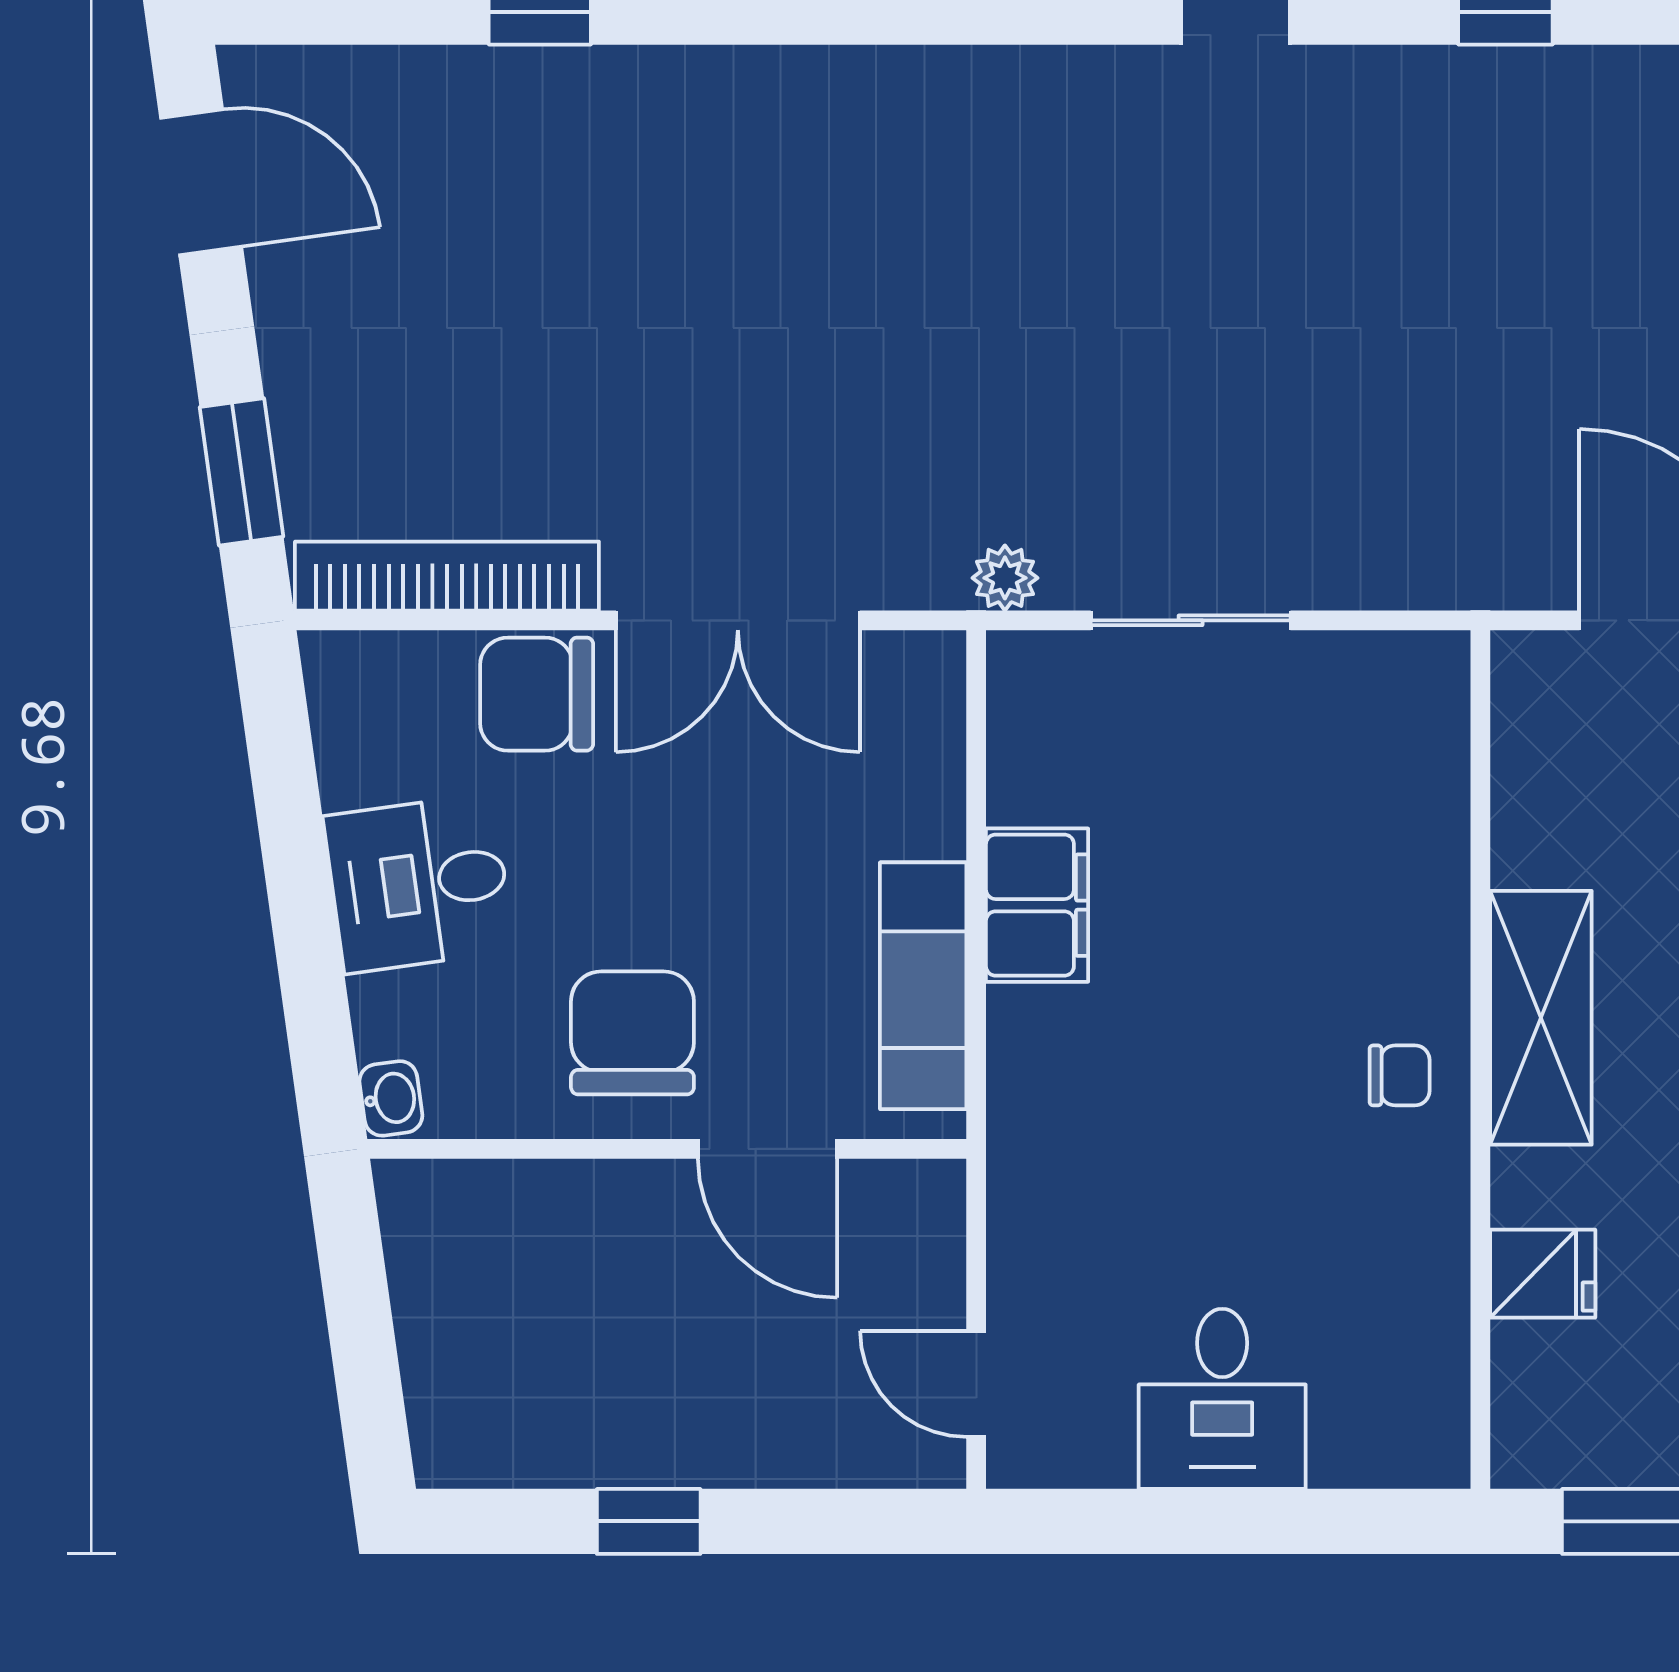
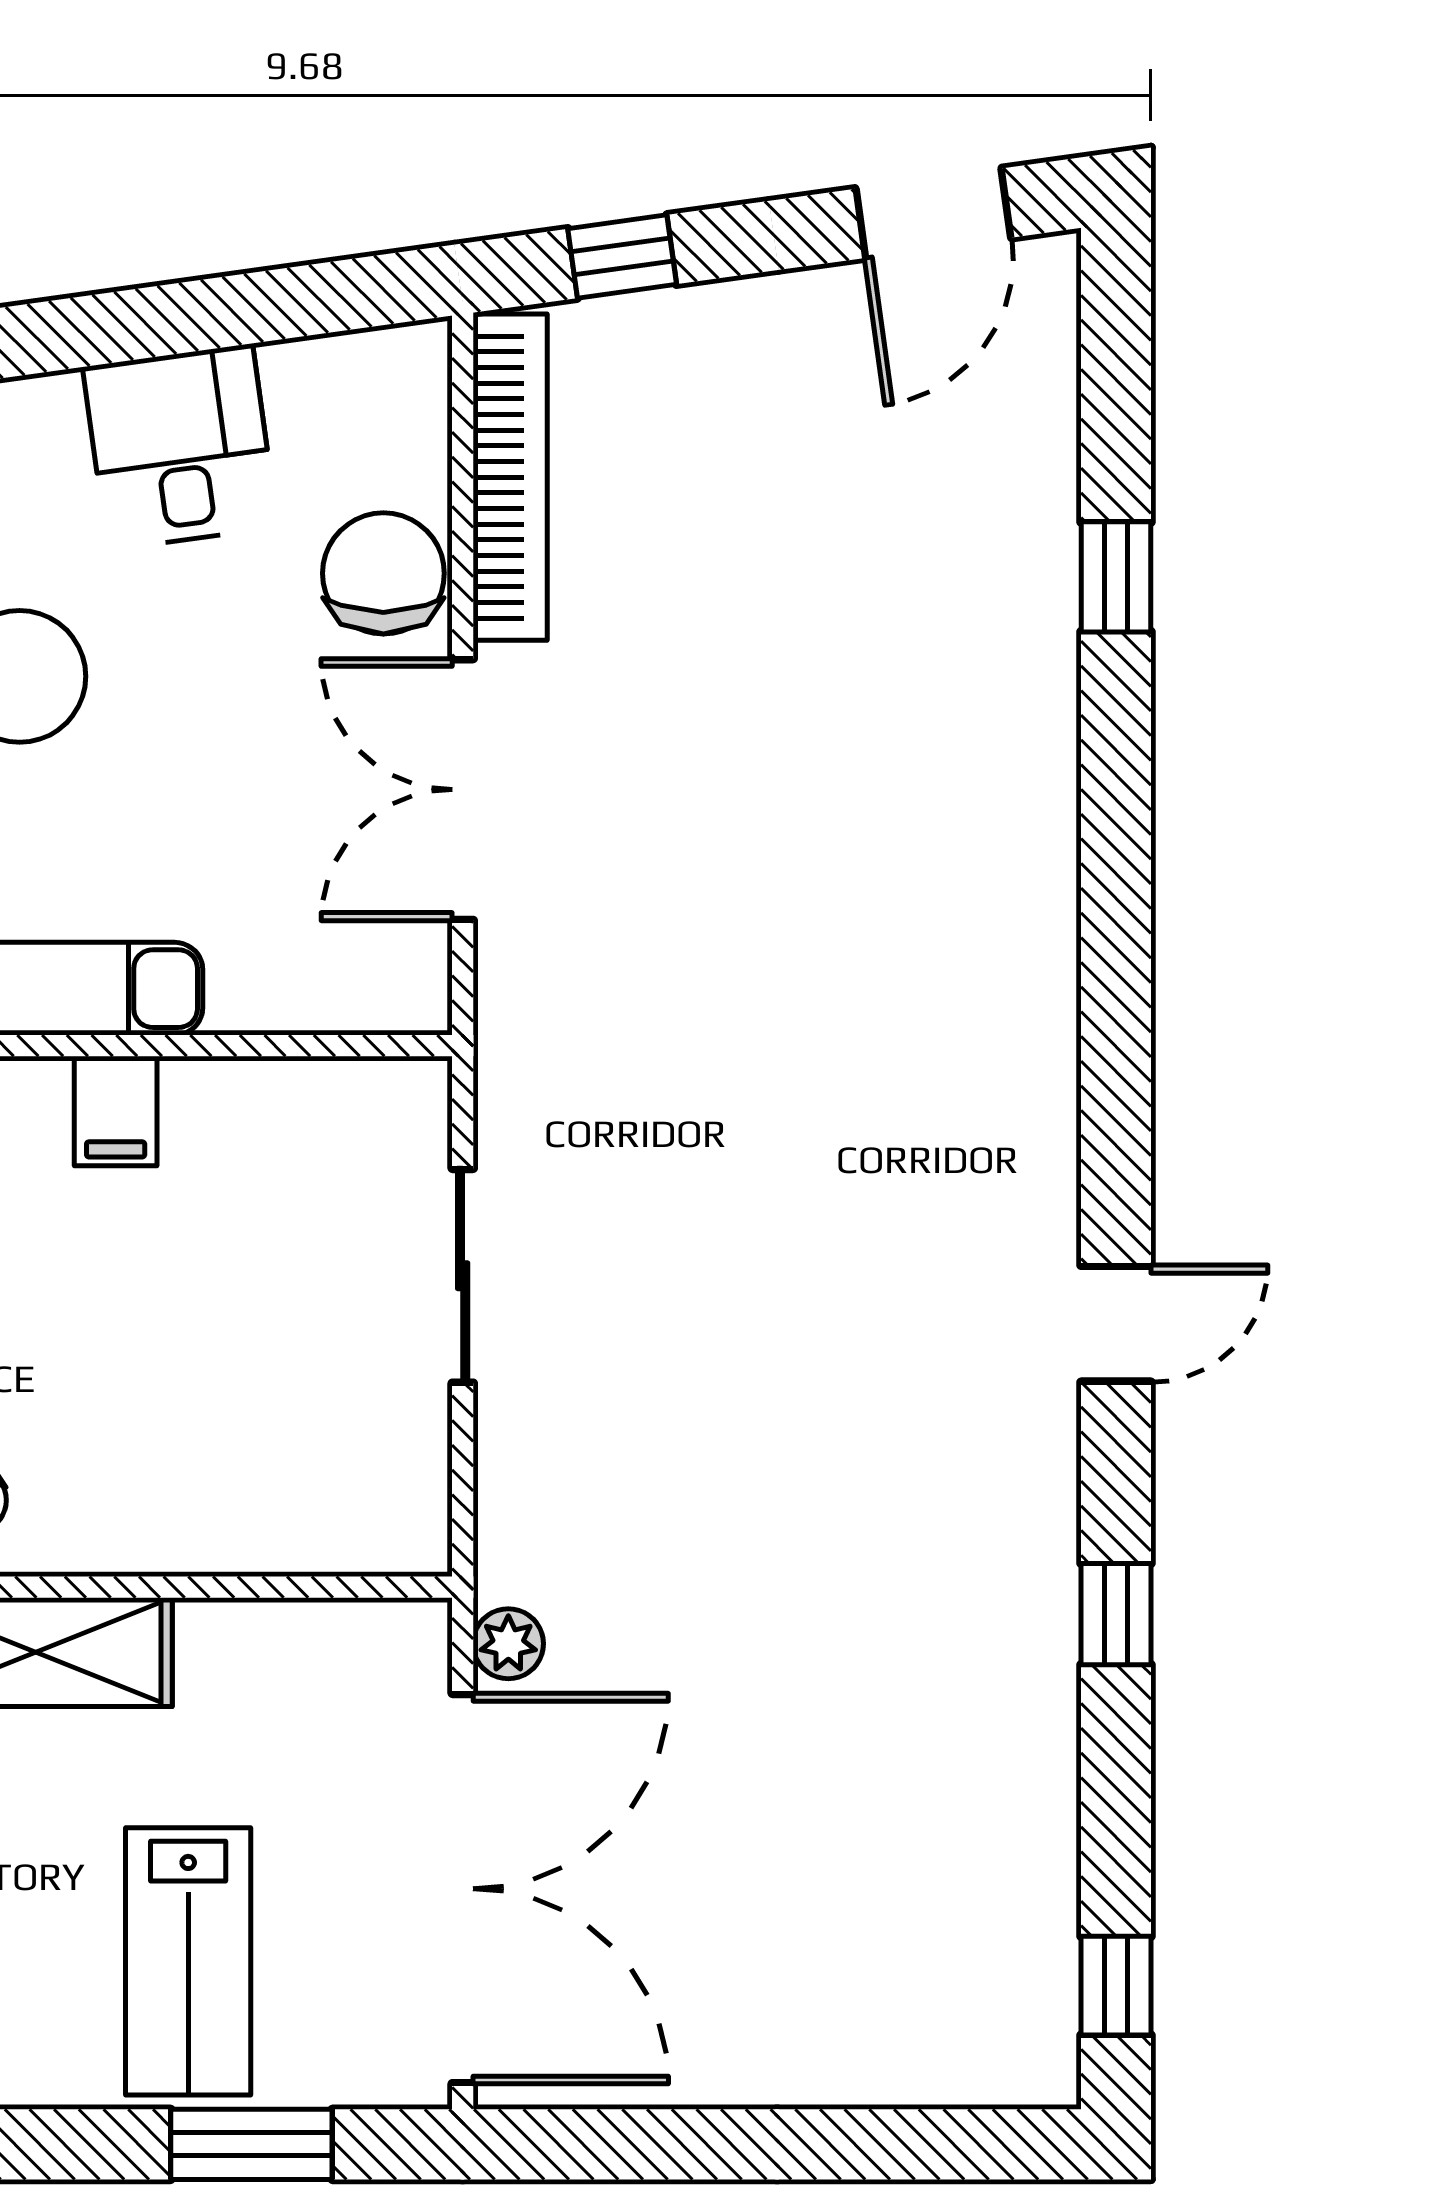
window: (242, 472) -> (622, 256), width x0.67
plant: (1005, 578) -> (508, 1644), moved
filing cabinet: (1037, 905) -> (116, 1111), width x0.50

